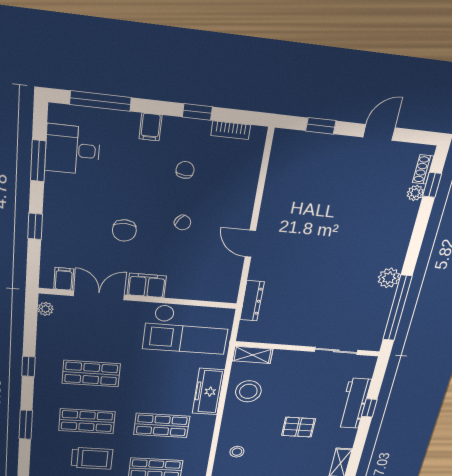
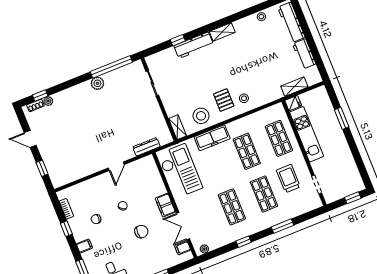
workbench: (354, 403) -> (194, 45), moved
pallet: (299, 427) -> (224, 100), moved

